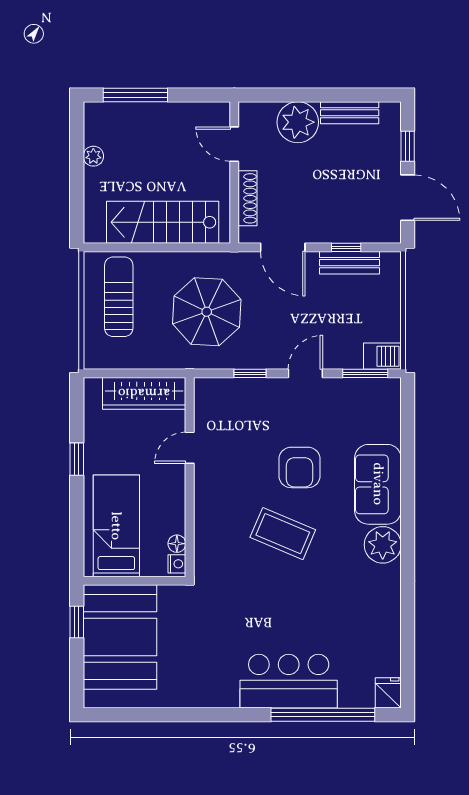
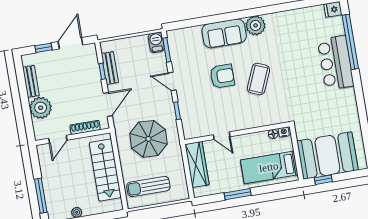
window: (77, 459) -> (238, 194), width x1.50

